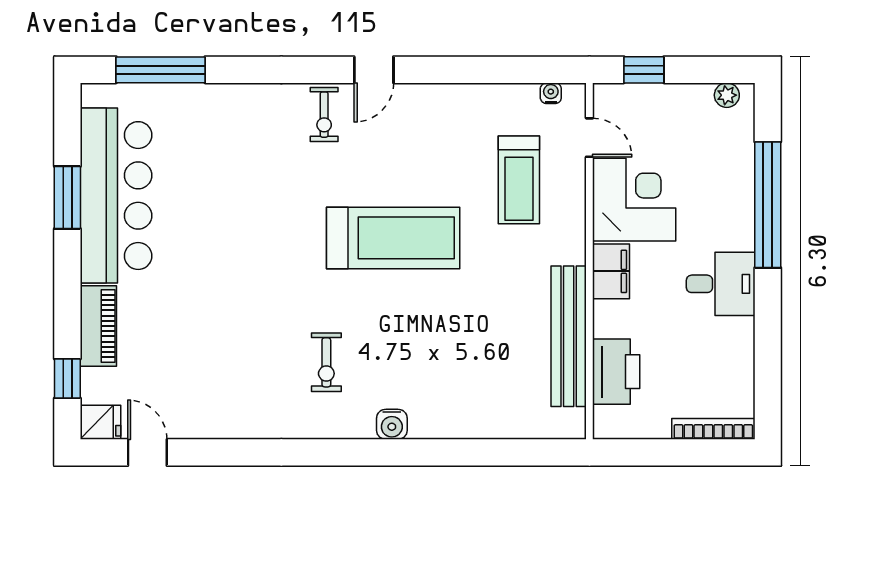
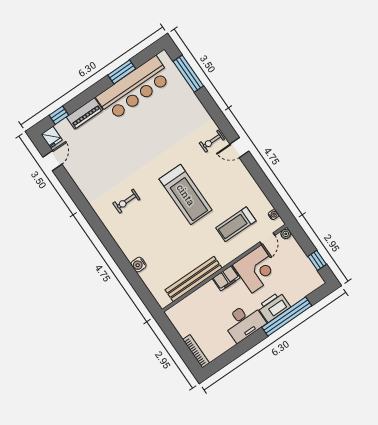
window: (644, 70) -> (317, 260), moved
plant: (727, 95) -> (286, 234), moved
desk: (721, 284) -> (244, 322), width x1.37
printer: (616, 372) -> (274, 307), moved, turned 180
water cooler: (392, 424) -> (139, 265), moved

